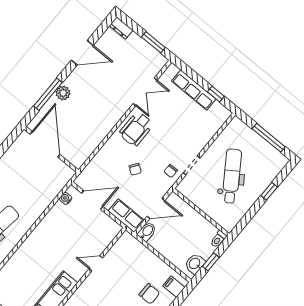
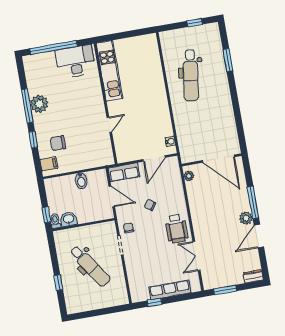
plant: (63, 93) -> (246, 218), moved
window: (48, 94) -> (253, 202), moved
wheelchair: (136, 129) -> (177, 229), turned 180
window: (269, 138) -> (95, 313), removed
plant: (82, 157) -> (189, 176), added
door: (156, 209) -> (112, 196), swing flipped
bidet: (147, 232) -> (81, 181), moved
window: (211, 262) -> (46, 215), moved
washbasin: (195, 264) -> (69, 219), moved, turned -90

